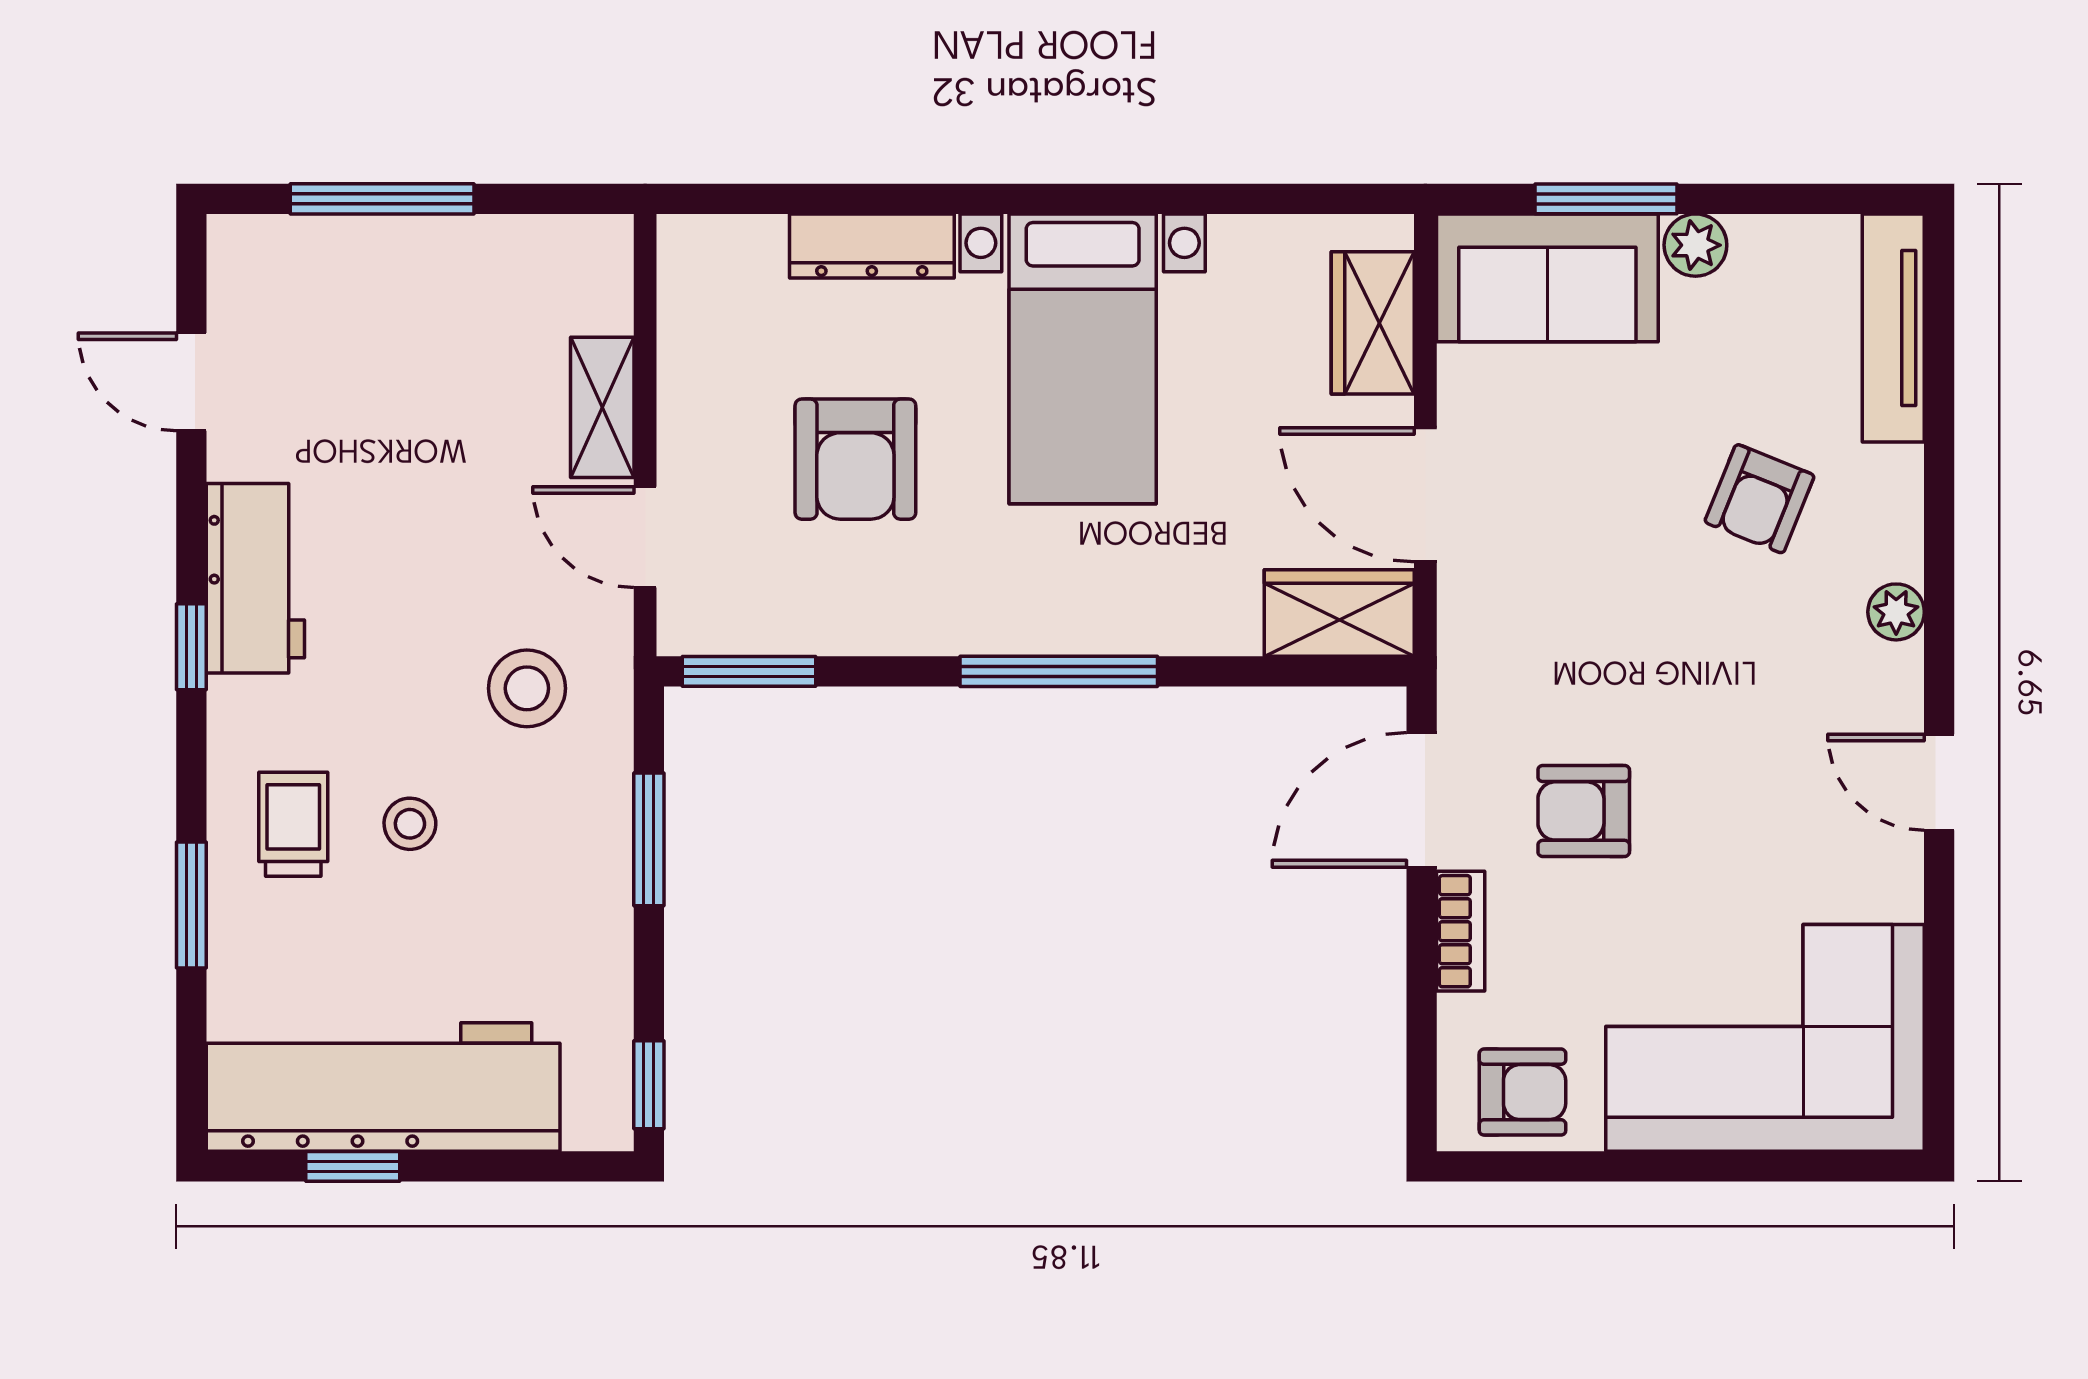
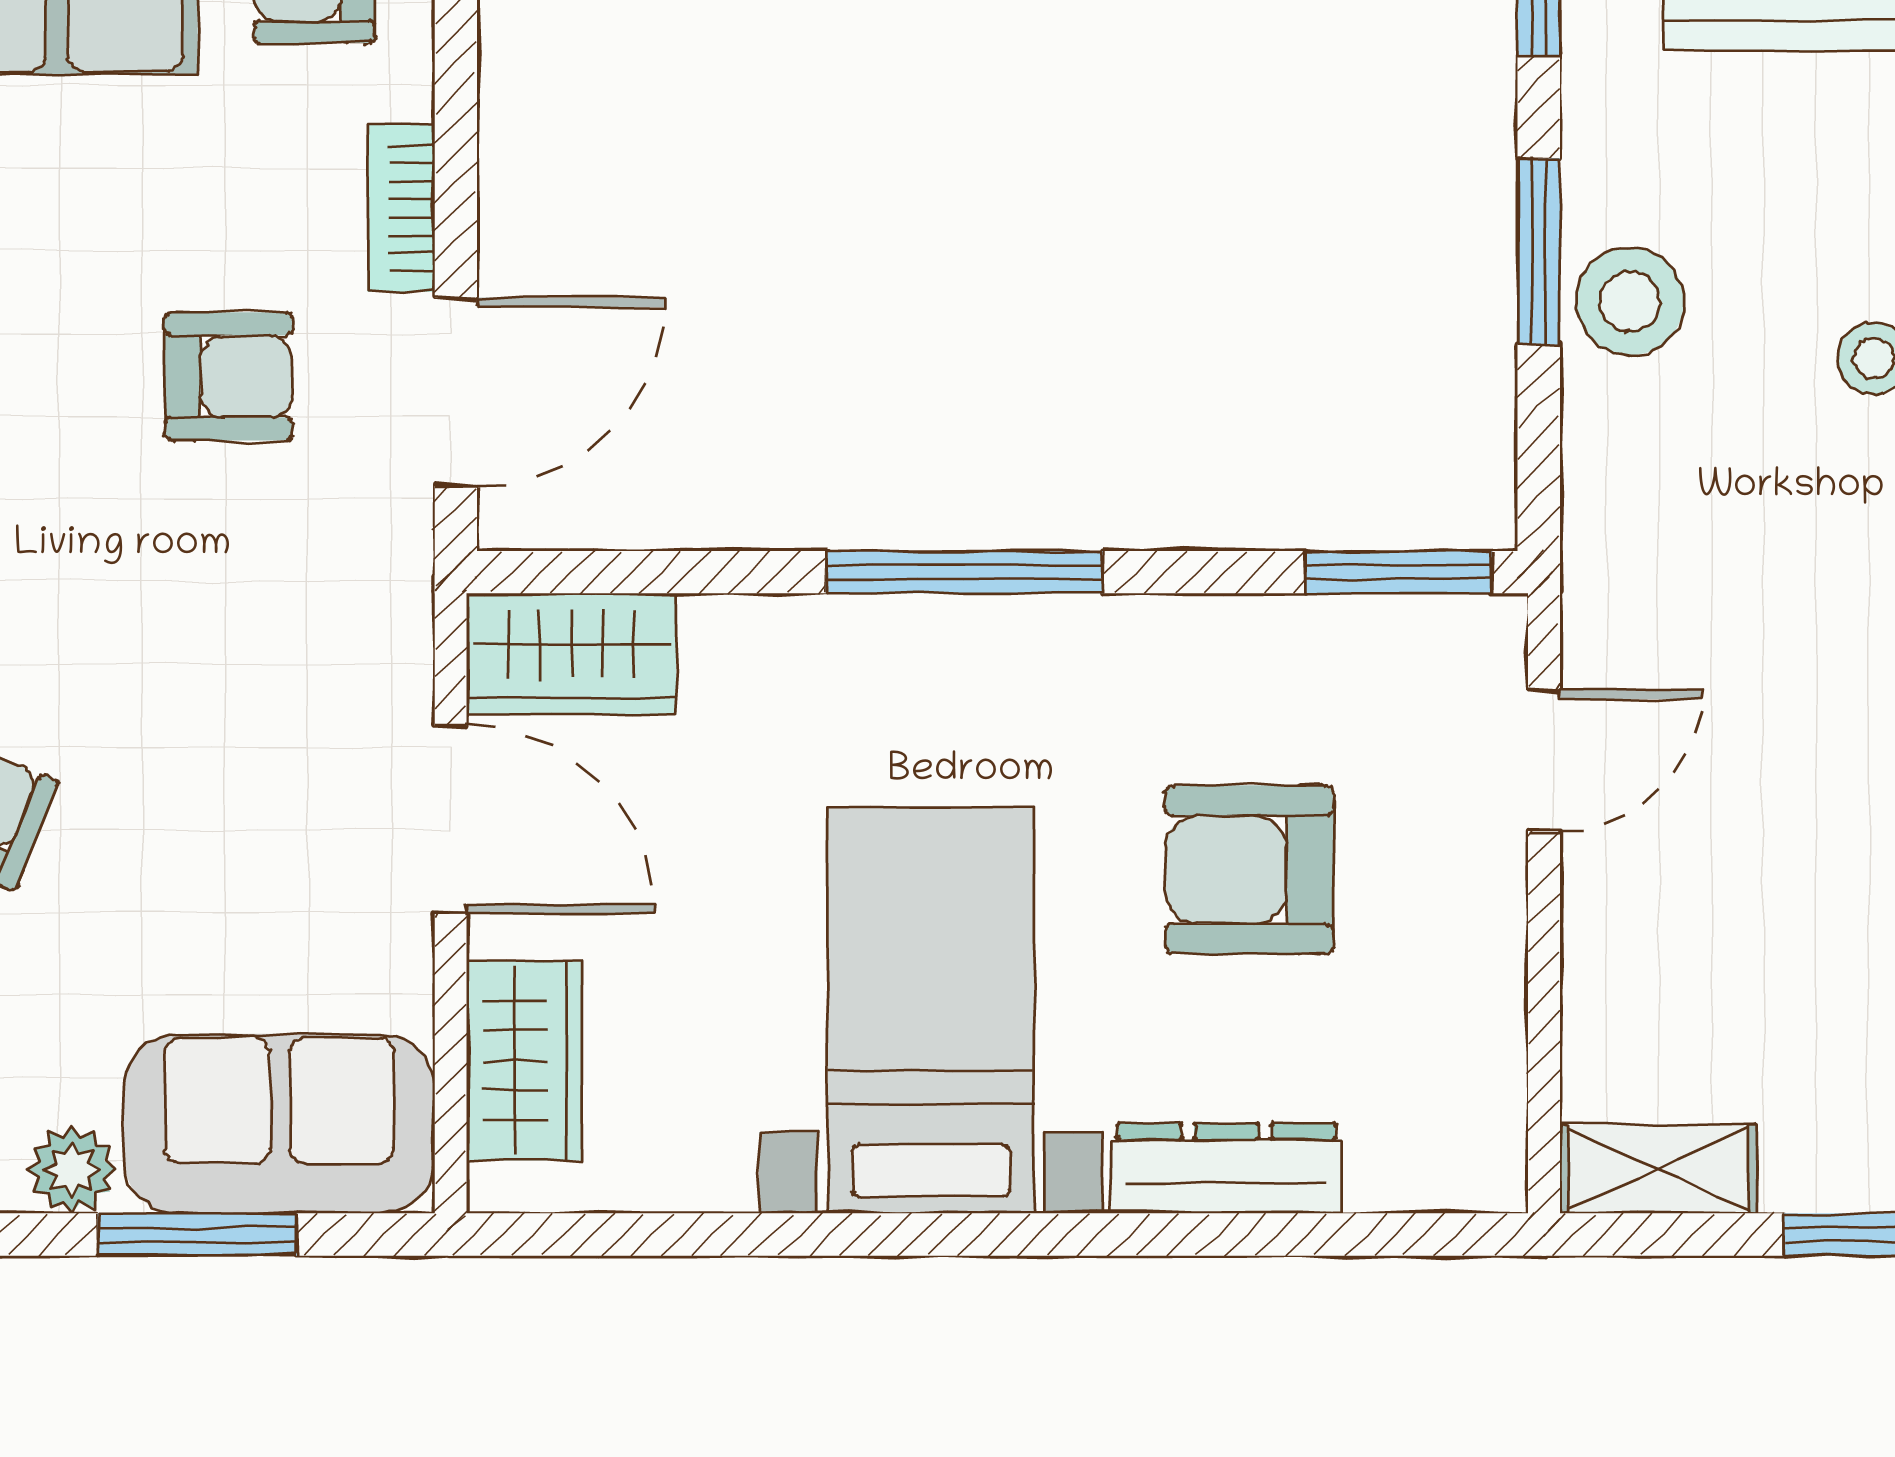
shelving: (602, 407) -> (1658, 1169), moved, turned 90
armchair: (855, 459) -> (1249, 870), turned -90
door: (645, 537) -> (1544, 760), hinge flipped
stool: (527, 688) -> (1630, 301), moved
window: (649, 839) -> (1539, 251), moved

